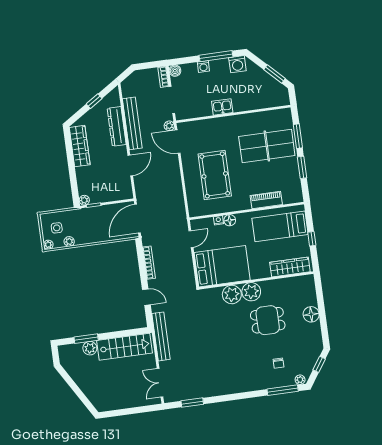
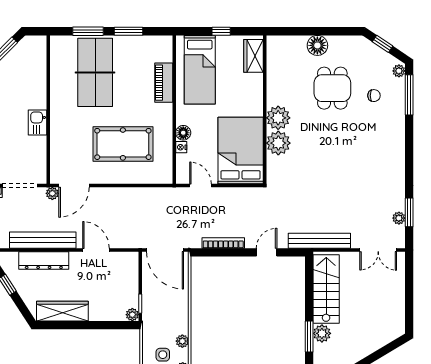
wardrobe: (290, 267) -> (253, 56), width x0.67
dining table: (268, 320) -> (332, 88), moved
plant: (187, 395) -> (399, 218), added

